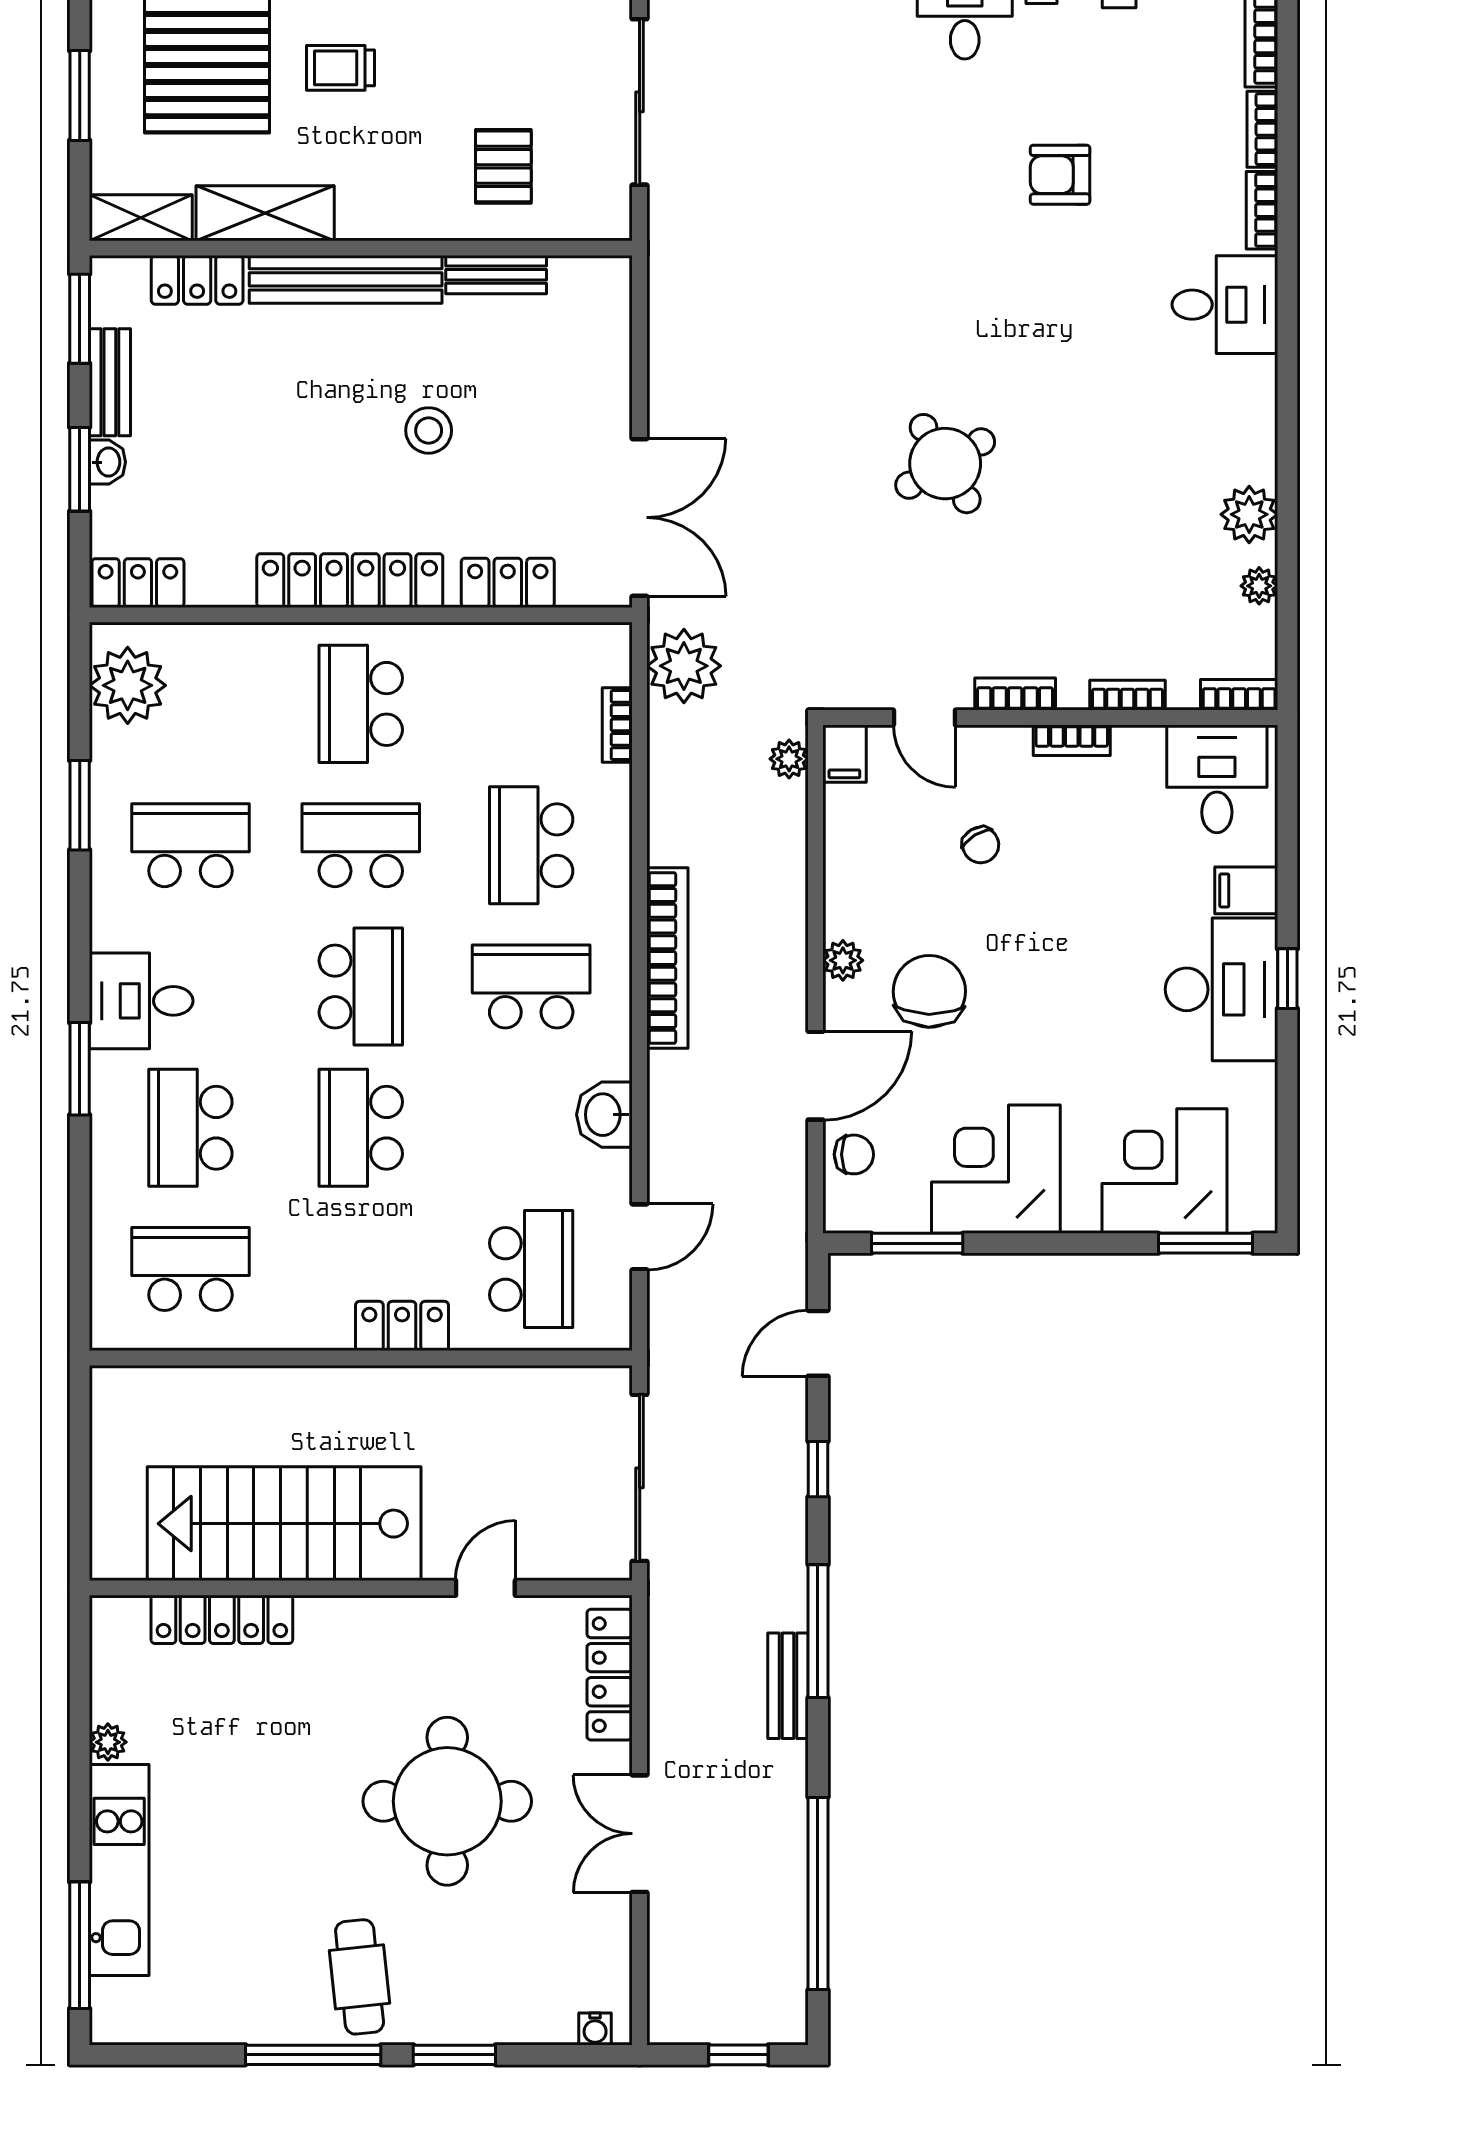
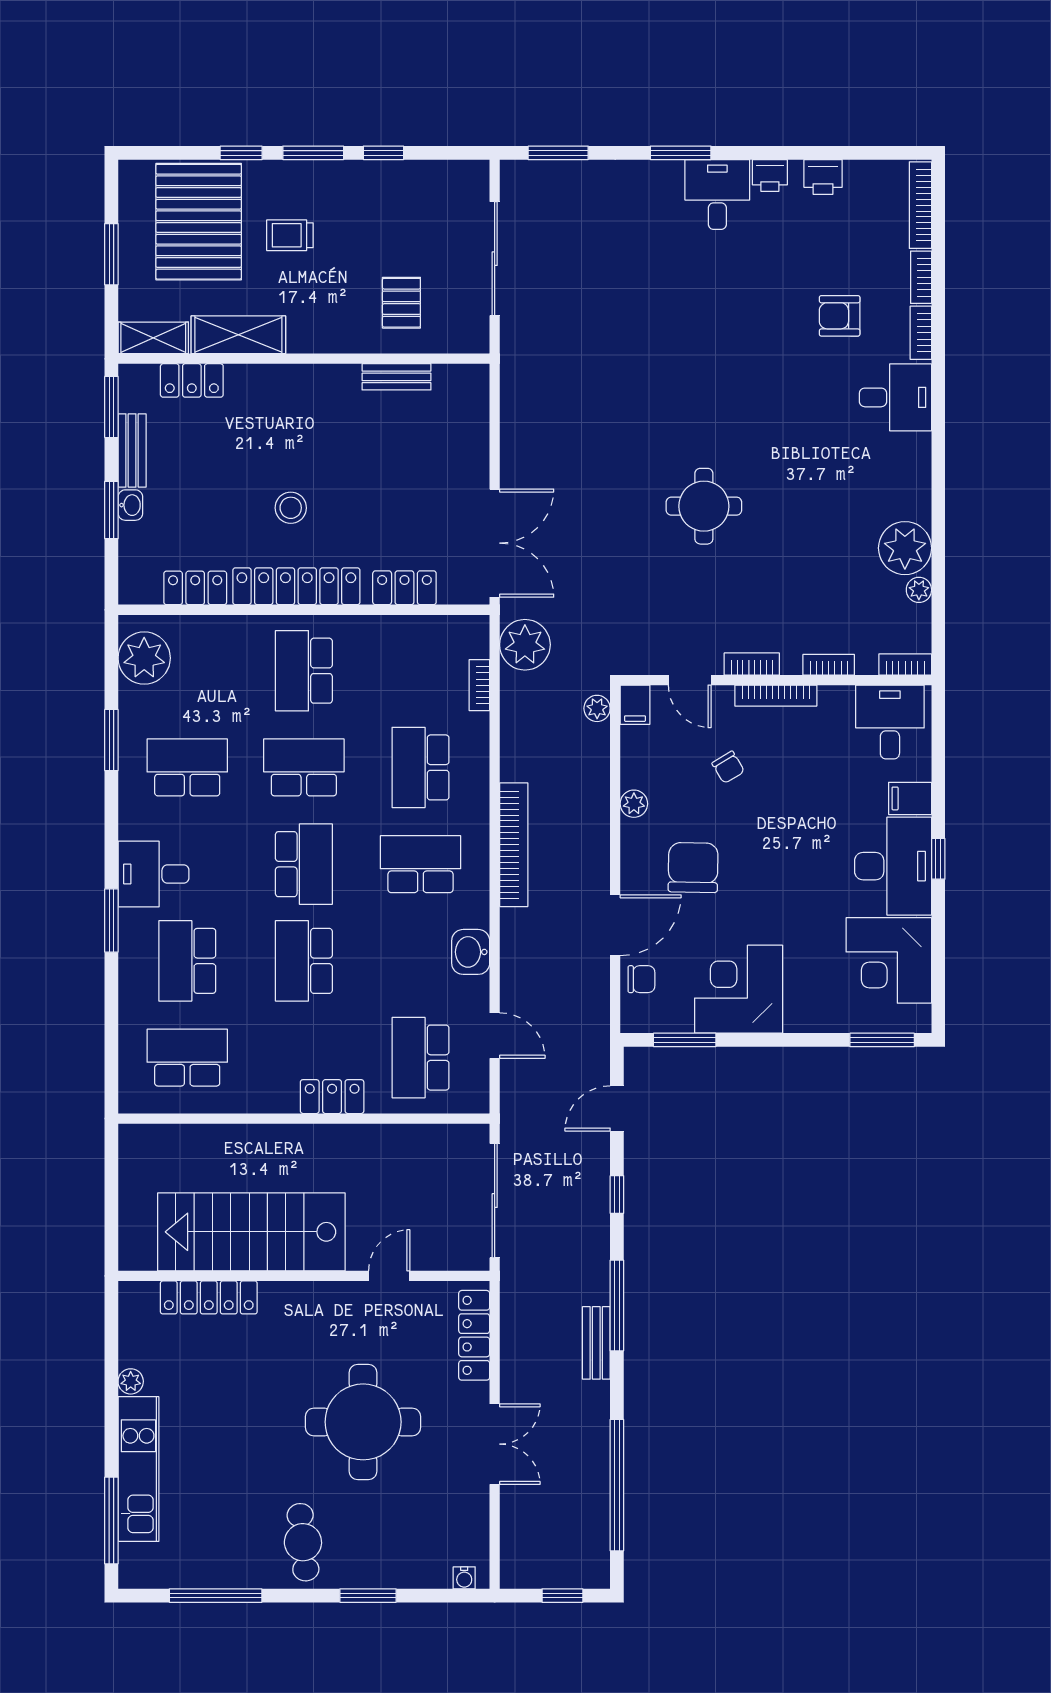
armchair: (1060, 175) -> (840, 316), moved
bench: (346, 279) -> (293, 380), removed
stool: (429, 430) -> (291, 508), moved
round table: (945, 464) -> (704, 506), turned 31
plant: (1249, 514) -> (905, 548), width x1.36, depth x1.36
locker: (138, 583) -> (195, 588), moved
bookcase: (1072, 740) -> (776, 696), width x1.56
plant: (843, 960) -> (634, 804), moved
corner desk: (1164, 1171) -> (889, 960), moved, turned -90
door: (640, 1237) -> (495, 1036), hinge flipped
school desk: (531, 1269) -> (420, 1058), turned 180
double door: (640, 1834) -> (495, 1444), swing flipped
window: (313, 2055) -> (216, 1596), moved

